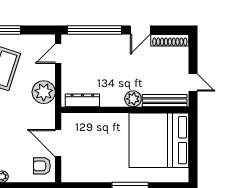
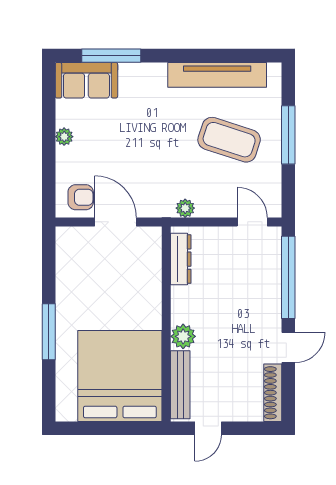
door: (140, 30) -> (288, 347), swing flipped
plant: (44, 92) -> (185, 208), width x0.53, depth x0.53
door: (58, 143) -> (115, 222), hinge flipped
armchair: (42, 166) -> (81, 197), turned 90

